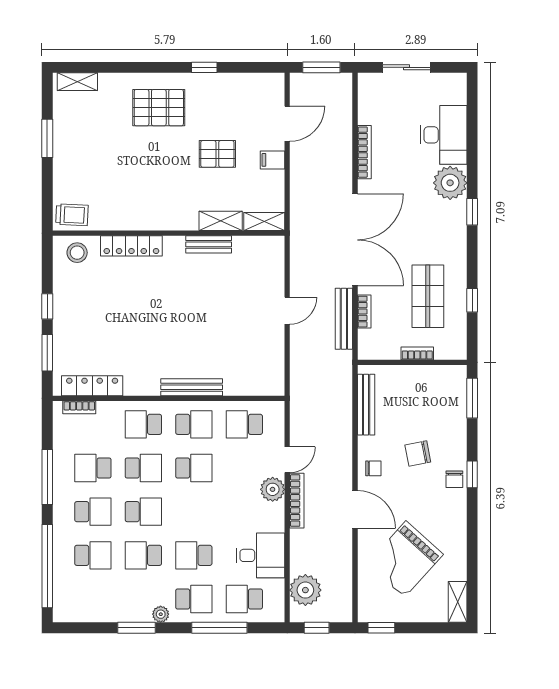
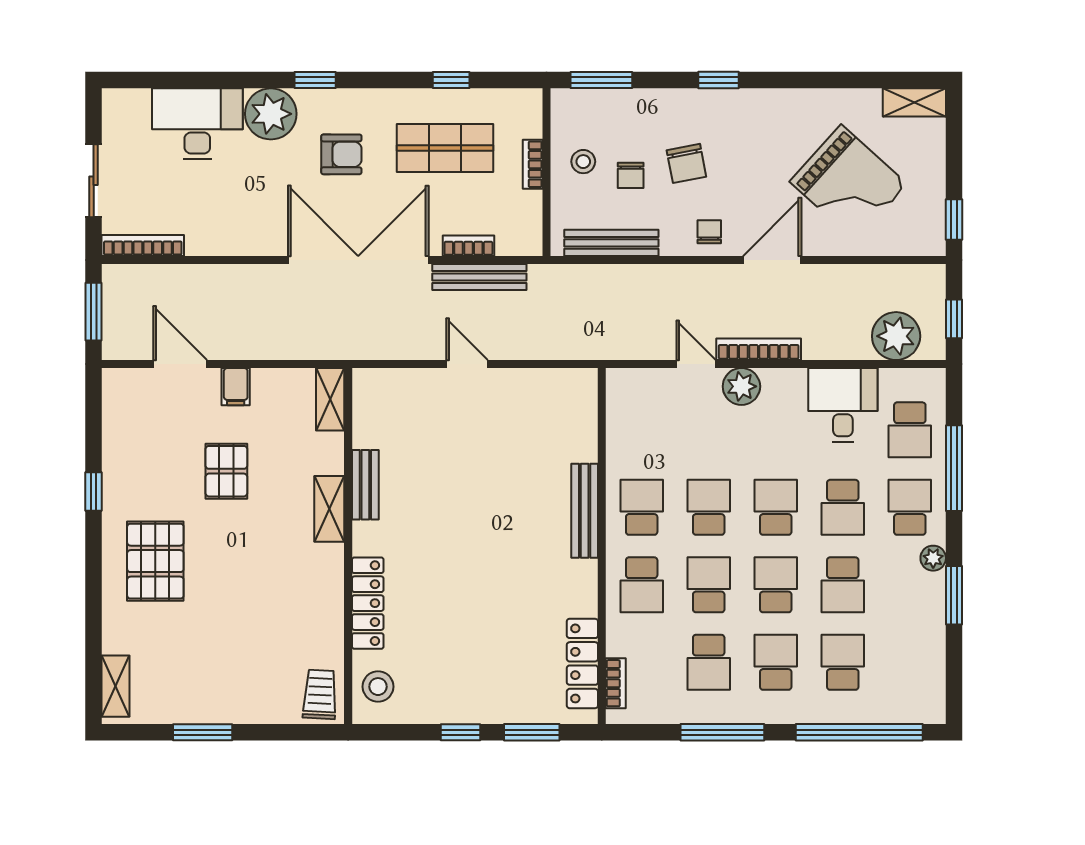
bookcase: (364, 152) -> (143, 245), moved
shelving: (221, 221) -> (329, 509), moved
armchair: (424, 229) -> (341, 154), added
stool: (419, 386) -> (583, 162), added
school desk: (244, 424) -> (776, 507), moved, turned 180
chair: (454, 479) -> (631, 175), moved, turned 90

